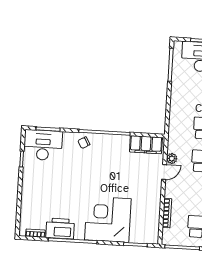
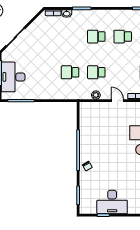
desk: (43, 145) -> (112, 202), moved, turned -90
filing cabinet: (146, 145) -> (86, 116), removed
door: (164, 172) -> (117, 101), moved

